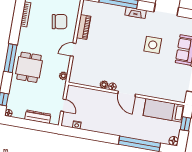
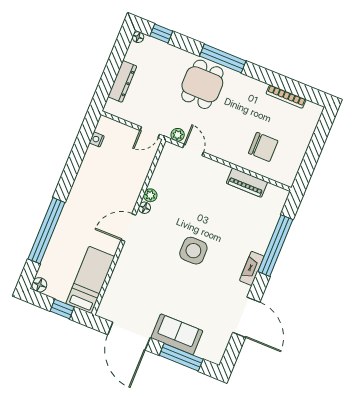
chair: (59, 22) -> (263, 147), turned -80
side table: (153, 45) -> (193, 251), moved
door: (73, 50) -> (193, 150), moved
dining table: (29, 67) -> (202, 84), turned 90
door: (63, 105) -> (150, 132), moved

